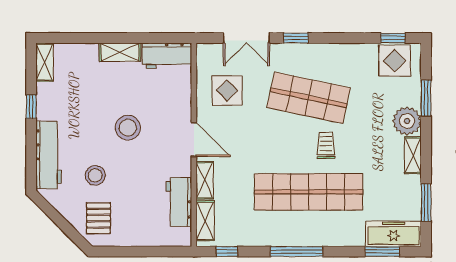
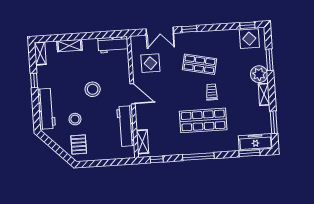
shelving: (120, 52) -> (70, 46), moved
shop shelf: (309, 98) -> (199, 64), width x0.70, depth x0.74
shelving: (205, 180) -> (141, 118), removed
shop shelf: (309, 192) -> (203, 120), width x0.71
workbench: (179, 202) -> (126, 126), width x1.38

